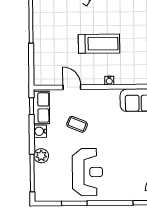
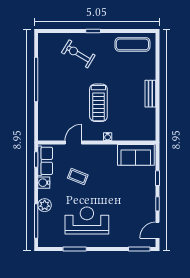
treadmill: (99, 44) -> (98, 103), turned 90
door: (72, 87) -> (73, 143), hinge flipped
reception desk: (87, 172) -> (87, 220), turned -90

